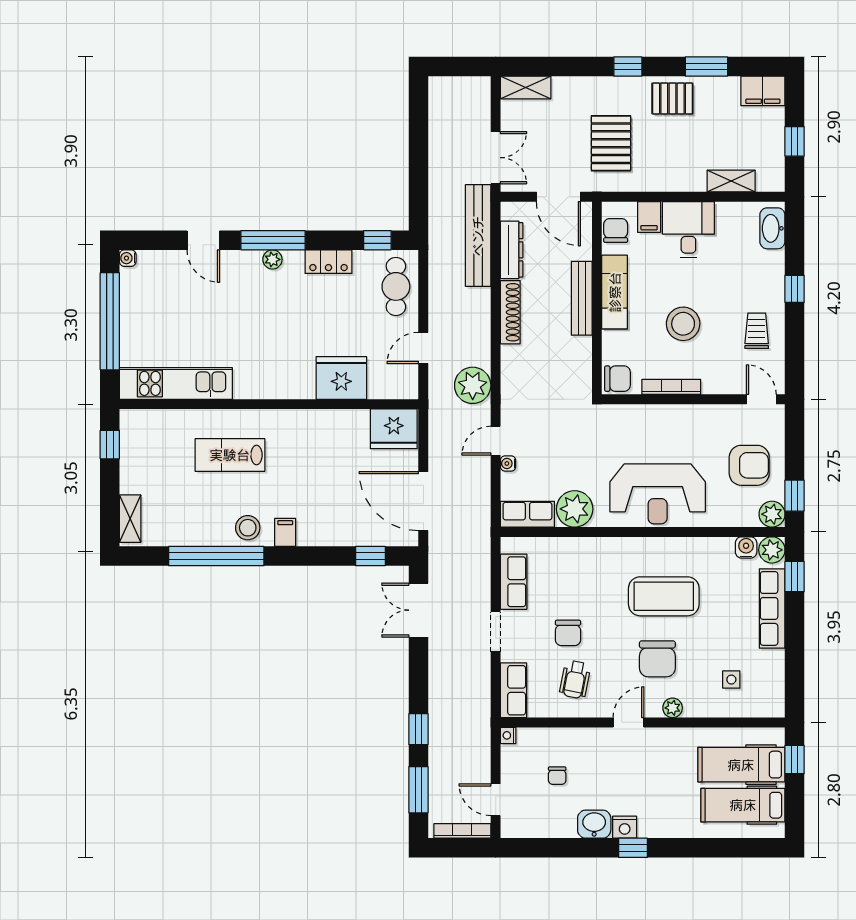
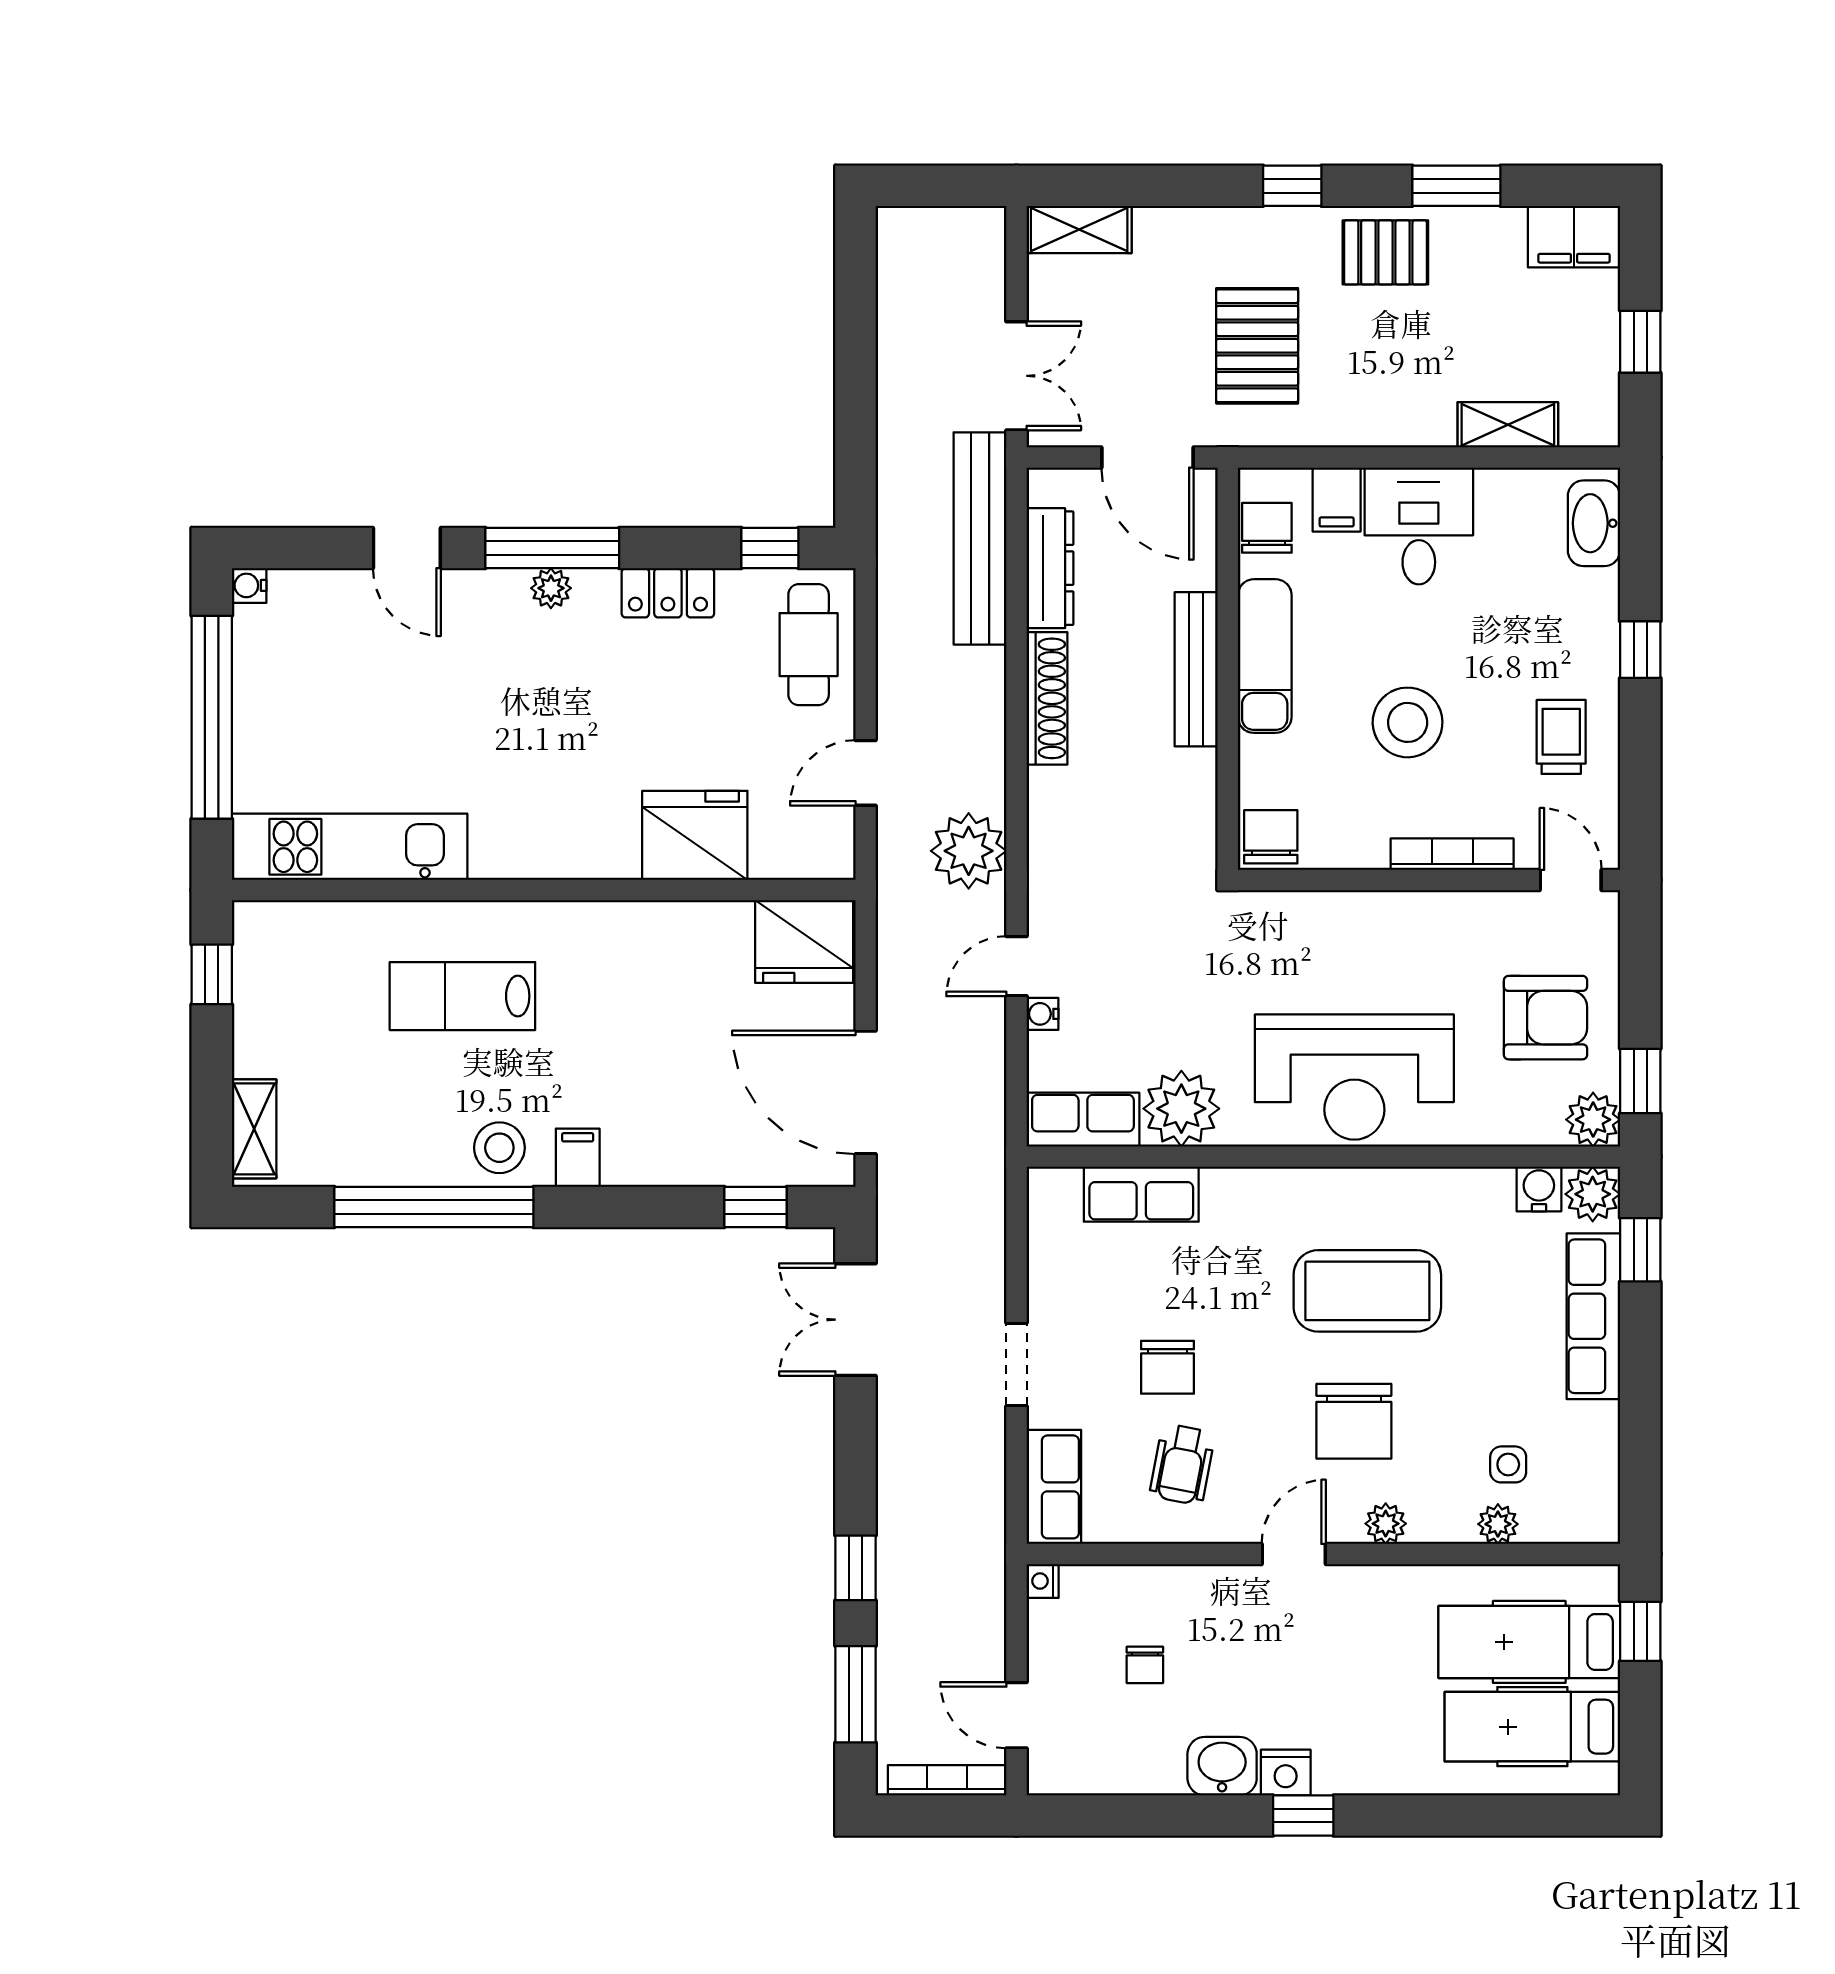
chair: (617, 379) -> (1271, 837), turned -90
bookcase: (671, 387) -> (1452, 854), moved
row of seats: (514, 582) -> (1141, 1194), moved, turned 90
plant: (726, 708) -> (1498, 1524), added

